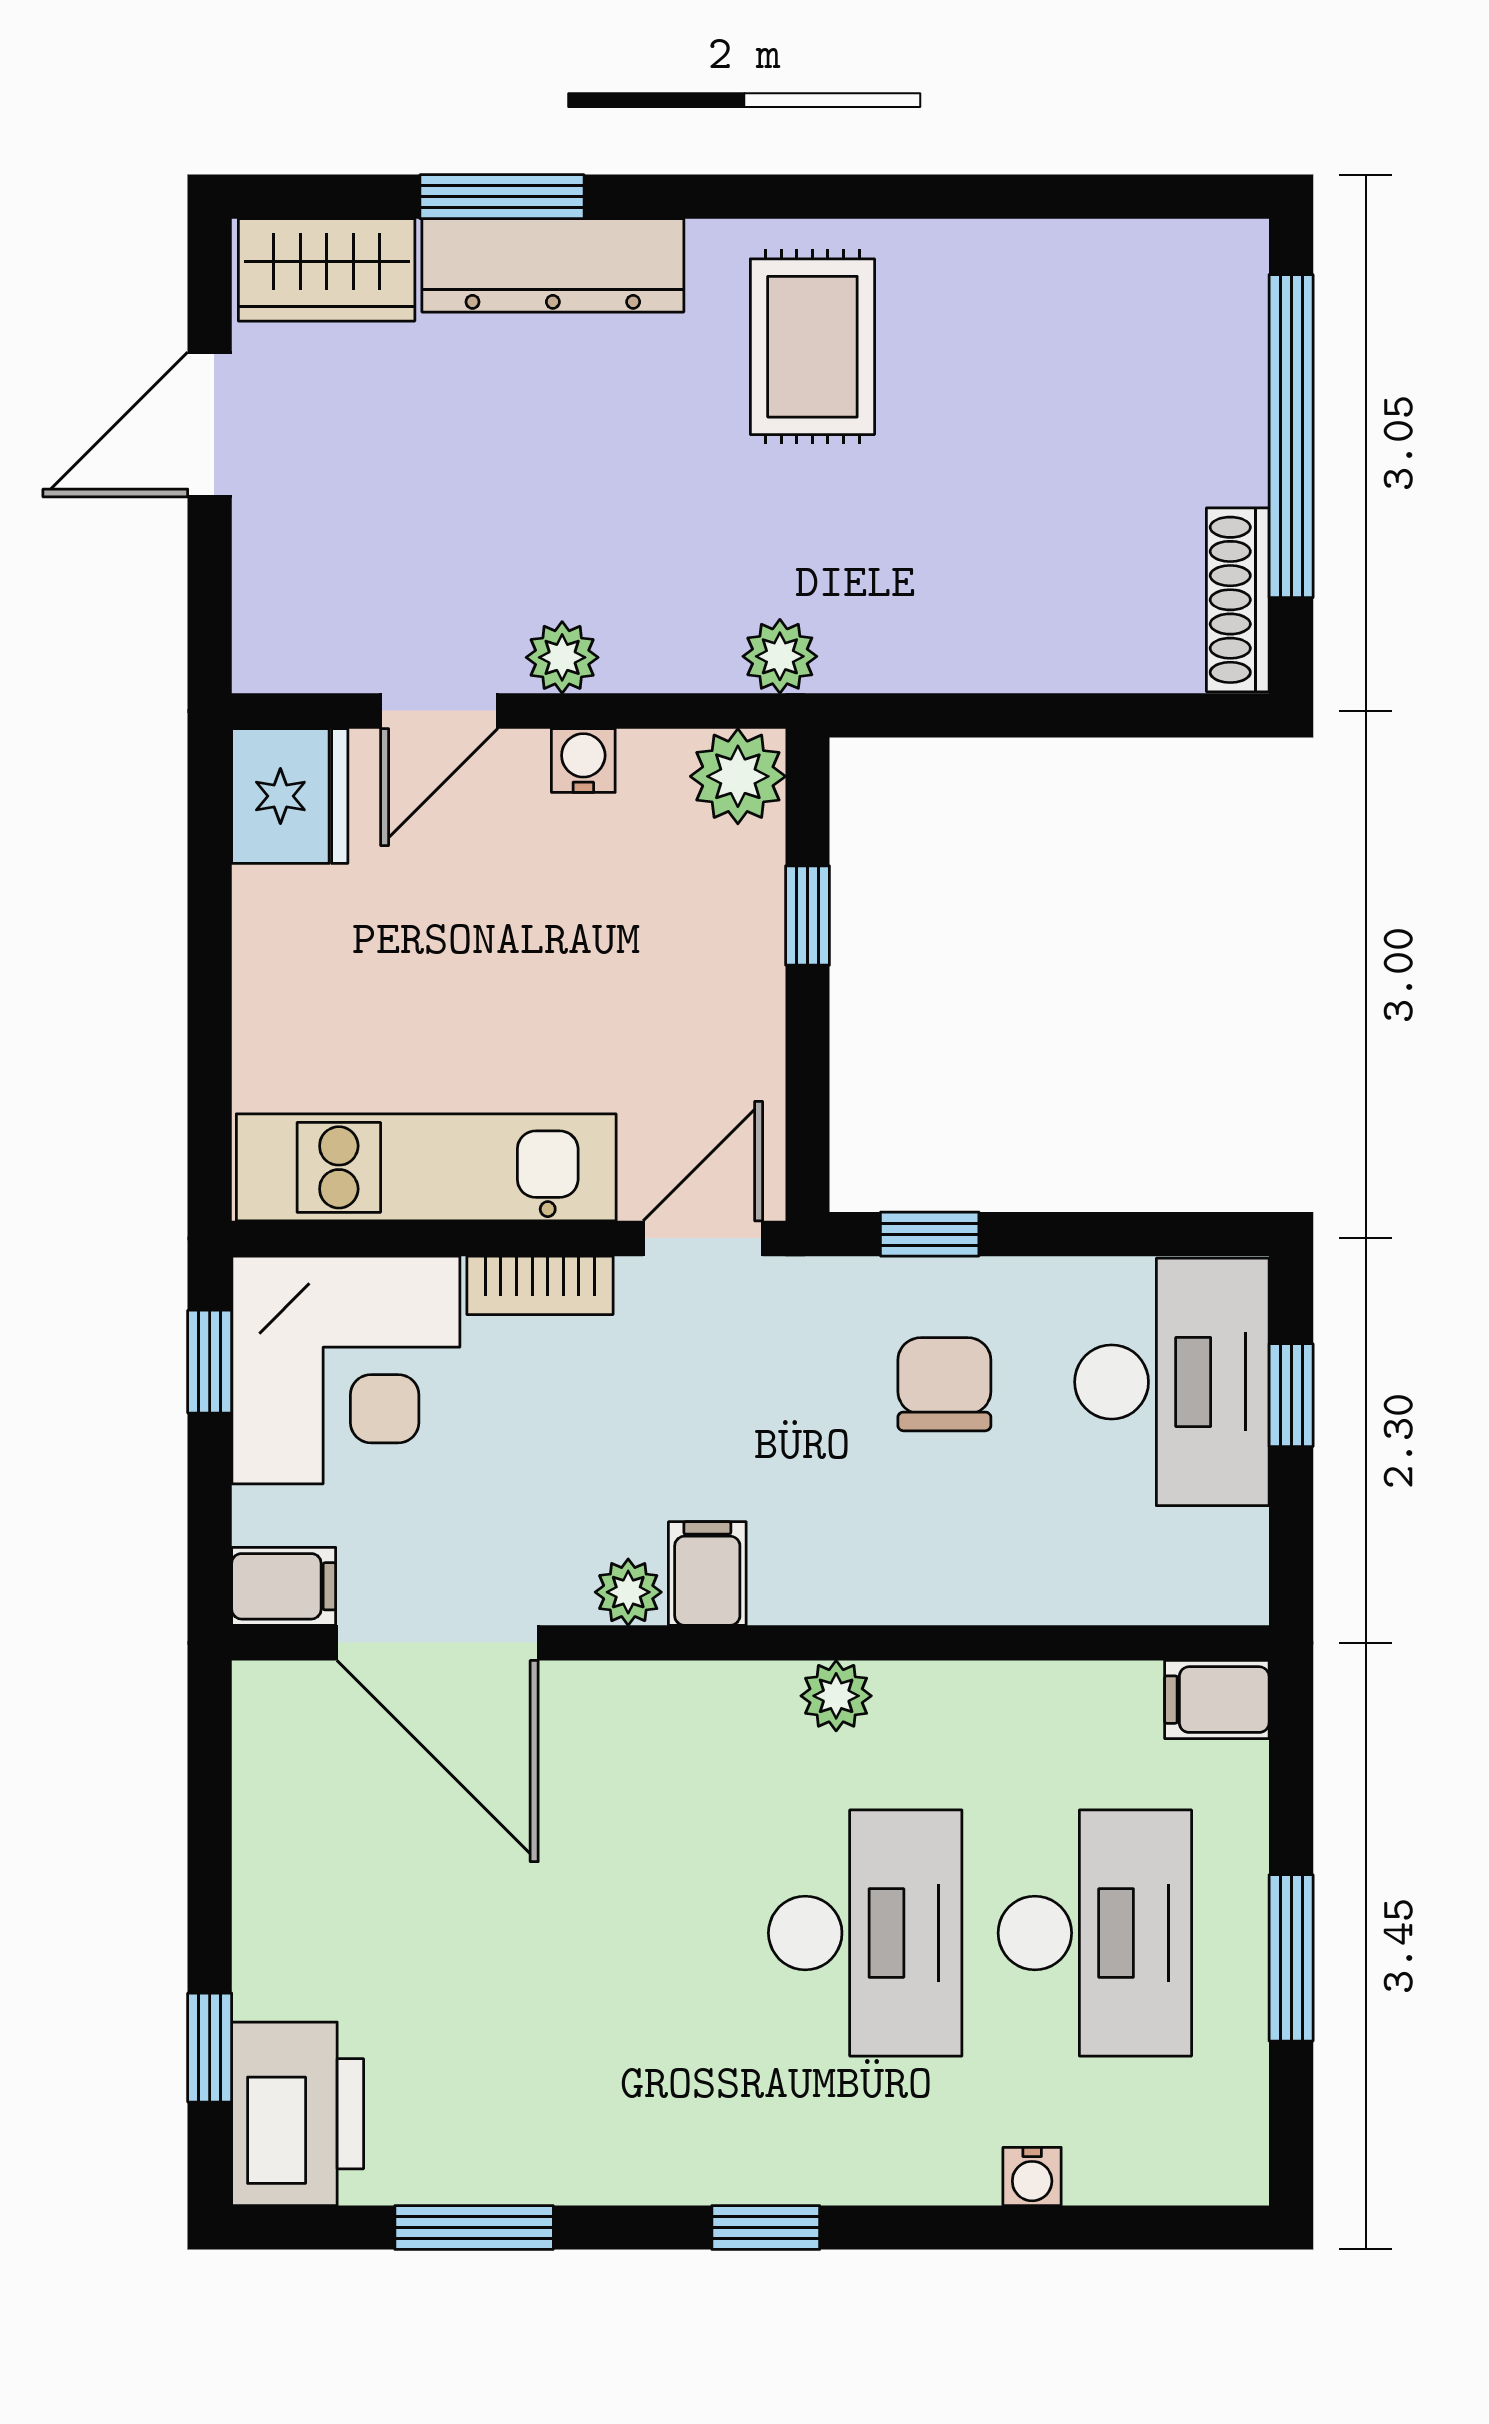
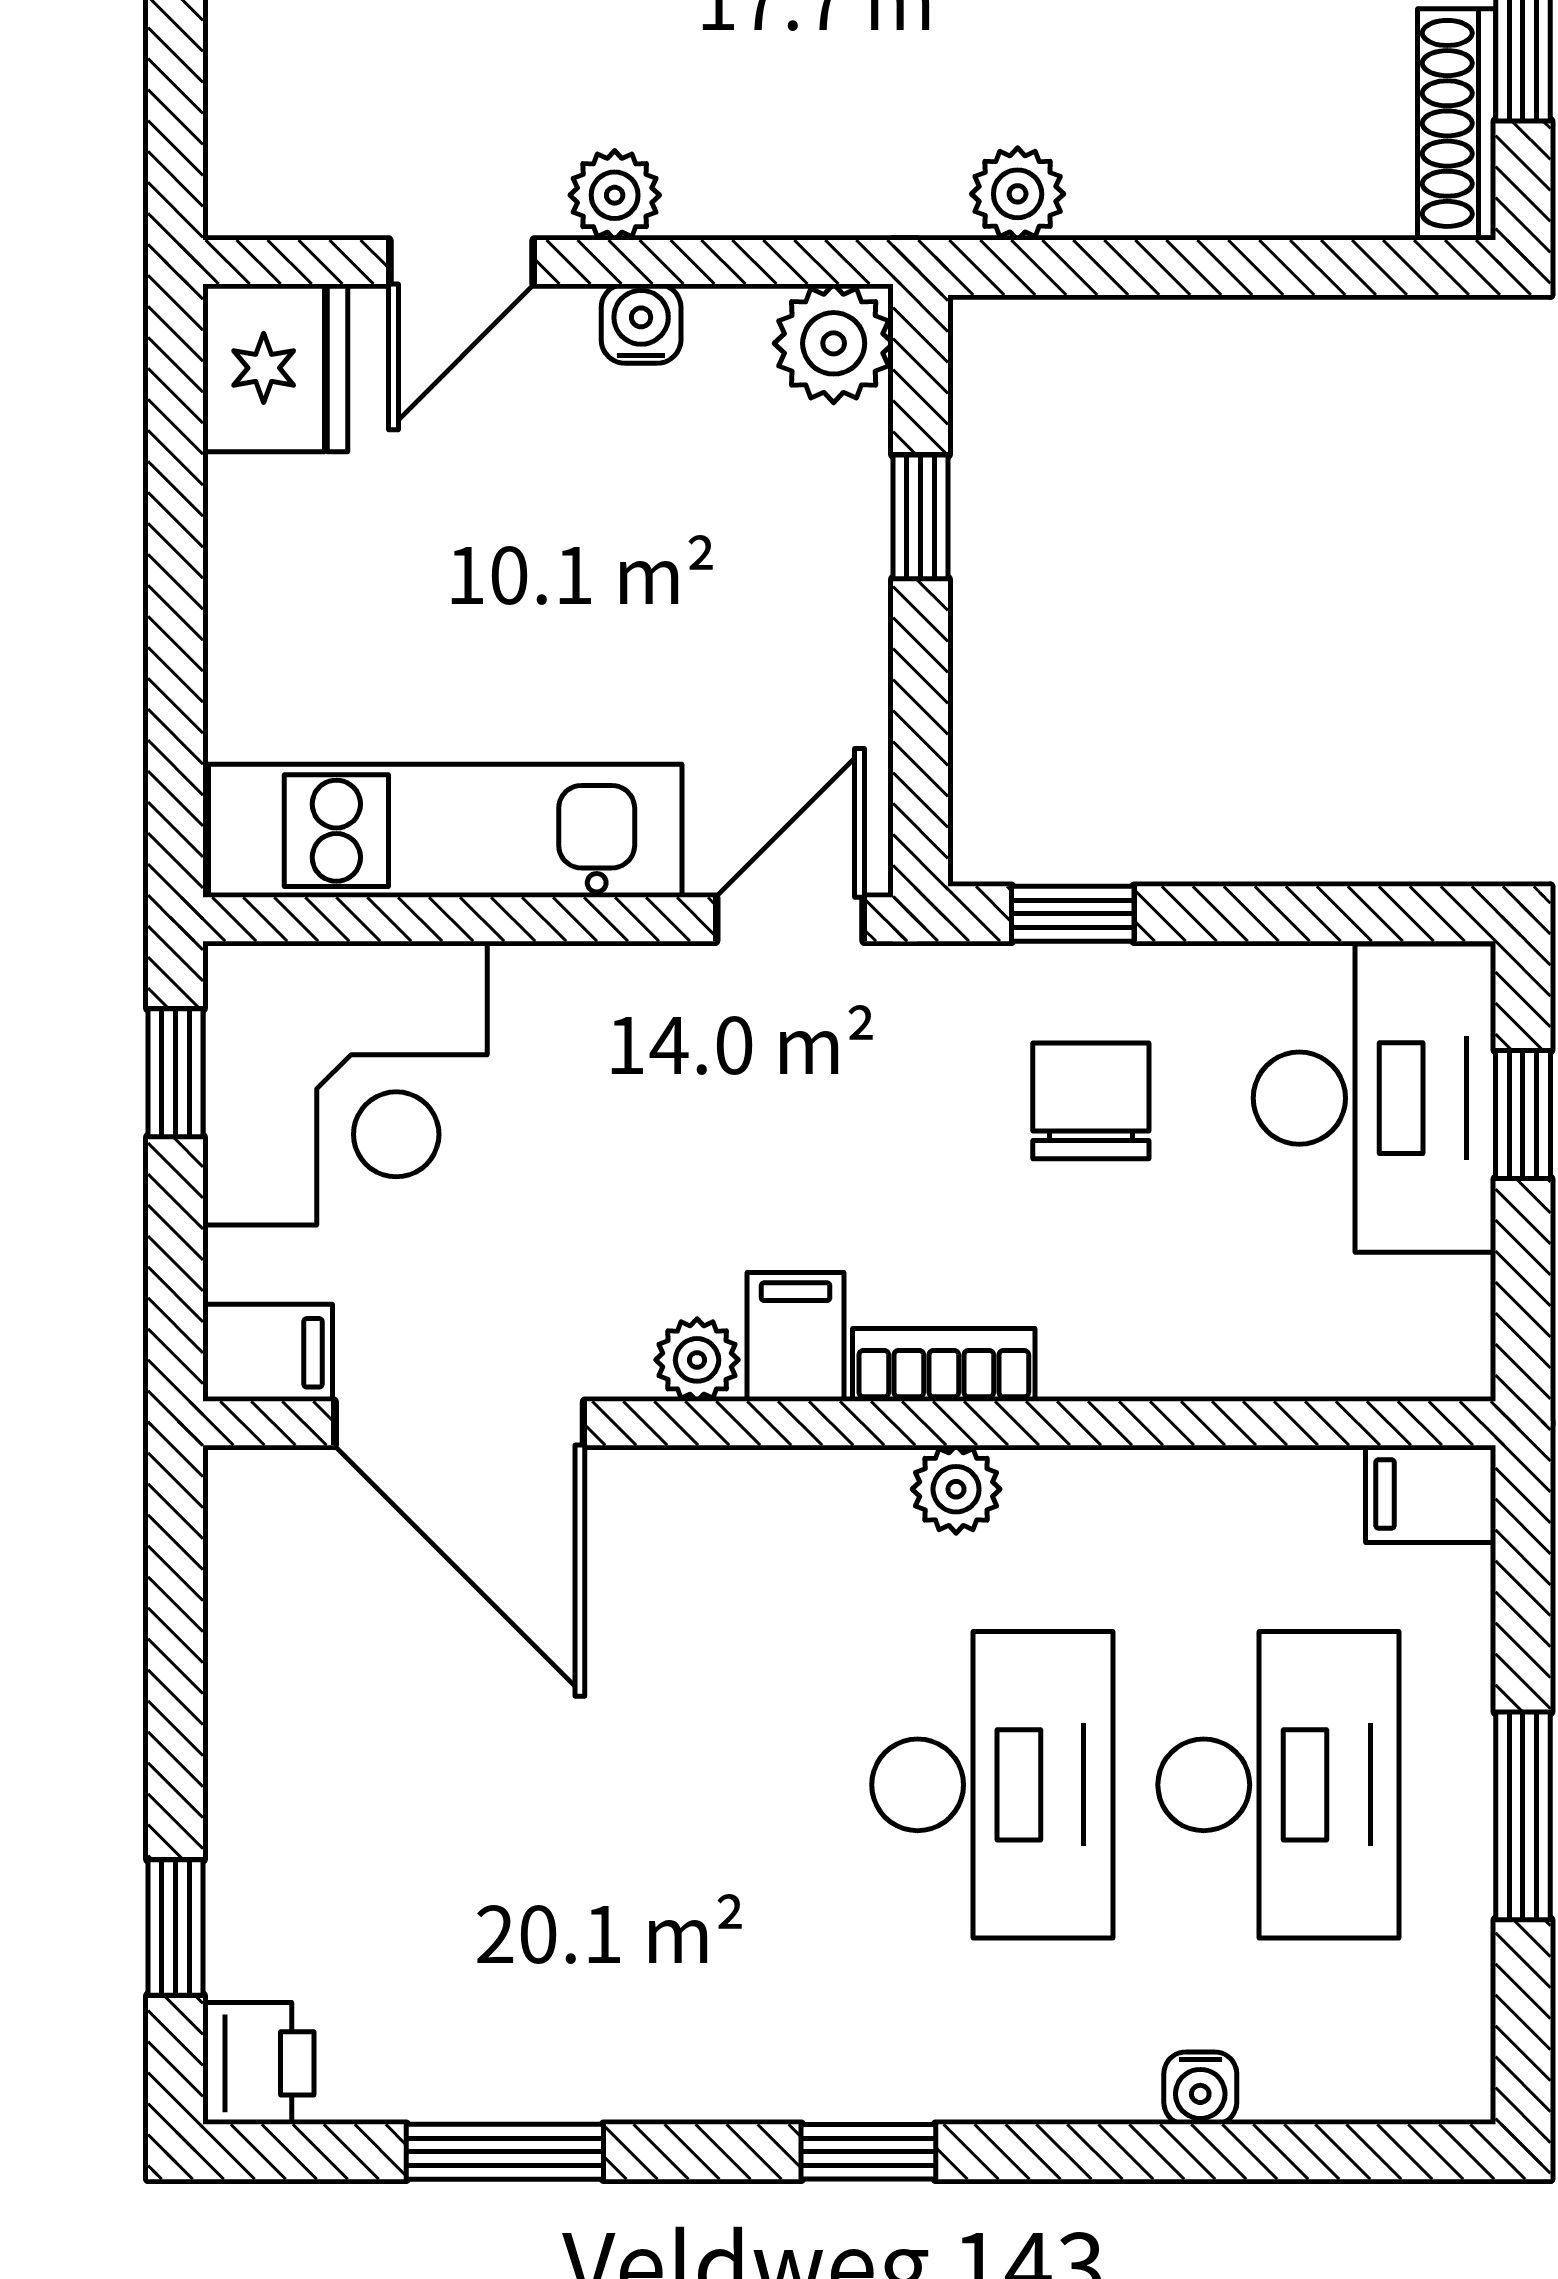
plant: (780, 656) -> (1018, 194), moved
bookcase: (540, 1285) -> (944, 1365), moved, turned 180
printer: (298, 2114) -> (258, 2063), width x0.53, depth x0.68

